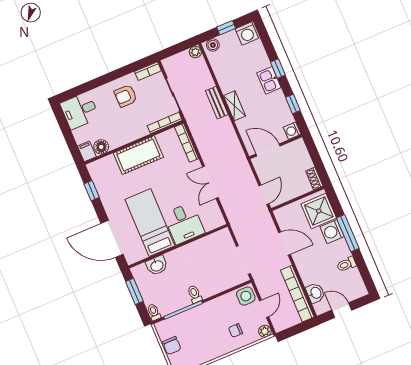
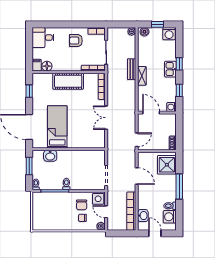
desk: (184, 223) -> (79, 136), removed
washing machine: (332, 232) -> (170, 217), moved
door: (264, 309) -> (106, 212), swing flipped
chair: (172, 346) -> (82, 205), moved

